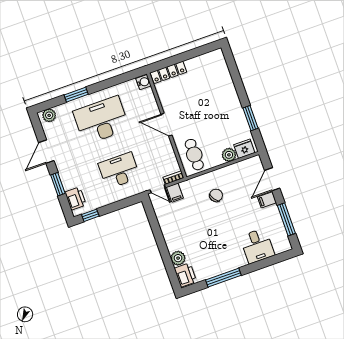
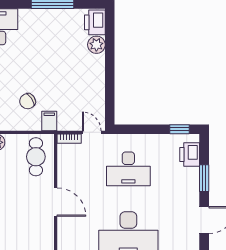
filing cabinet: (175, 193) -> (49, 121), moved

